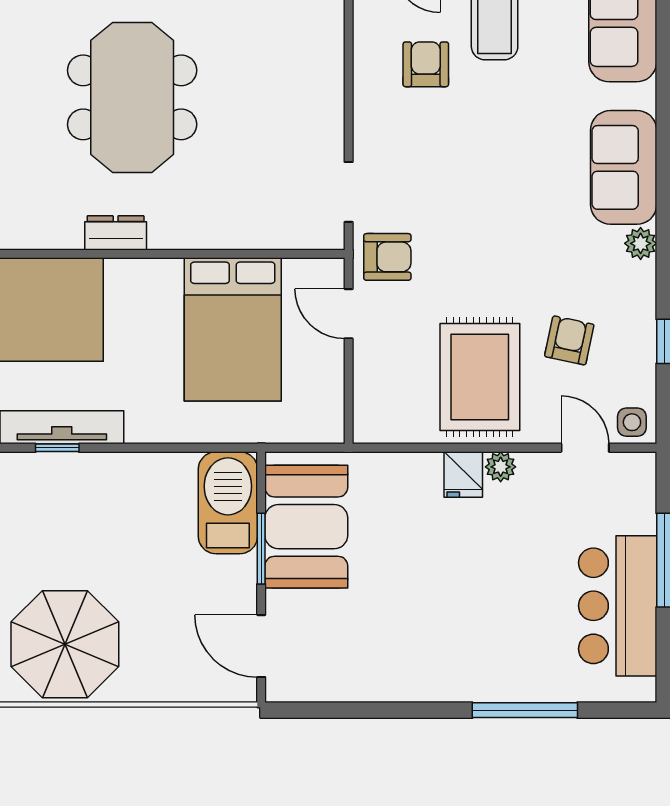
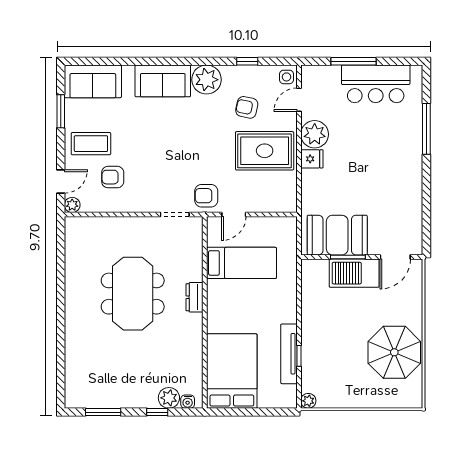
meeting table: (132, 97) -> (133, 294), moved, turned 90
dresser: (116, 233) -> (195, 297), moved
plant: (641, 243) -> (207, 80), width x1.87, depth x1.87
armchair: (387, 257) -> (206, 196), turned -90
bed: (233, 329) -> (241, 263), width x0.67
plant: (501, 467) -> (315, 134), width x1.88, depth x1.88
barbecue: (228, 503) -> (354, 273), moved

